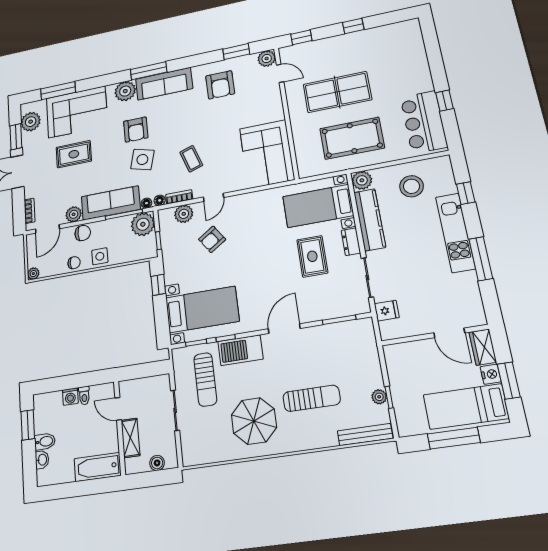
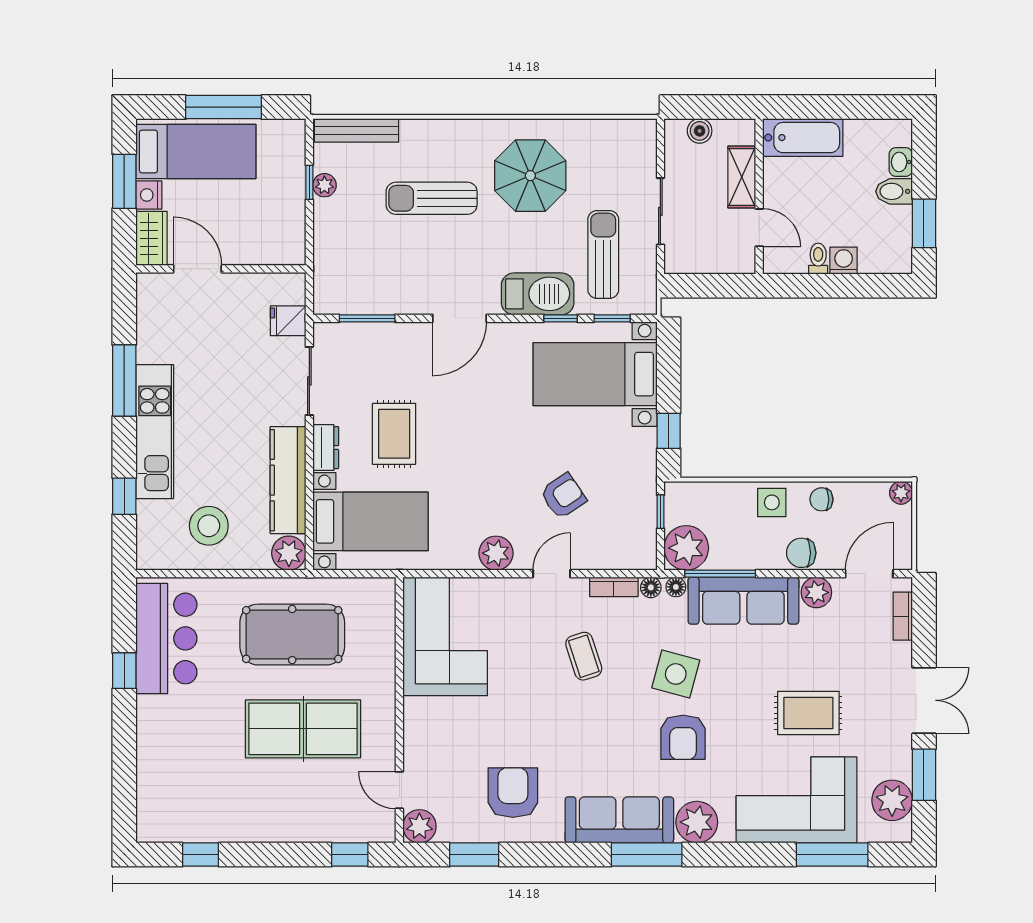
window: (353, 26) -> (201, 855), moved
armchair: (136, 130) -> (683, 737), turned 180
plant: (184, 214) -> (496, 553), moved

